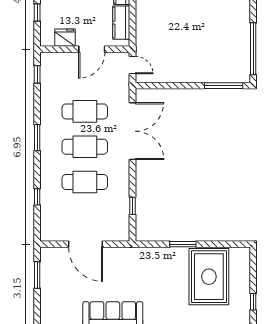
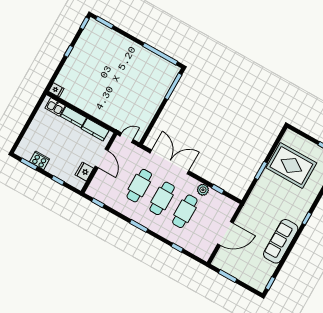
plant: (122, 189) -> (203, 190), added

